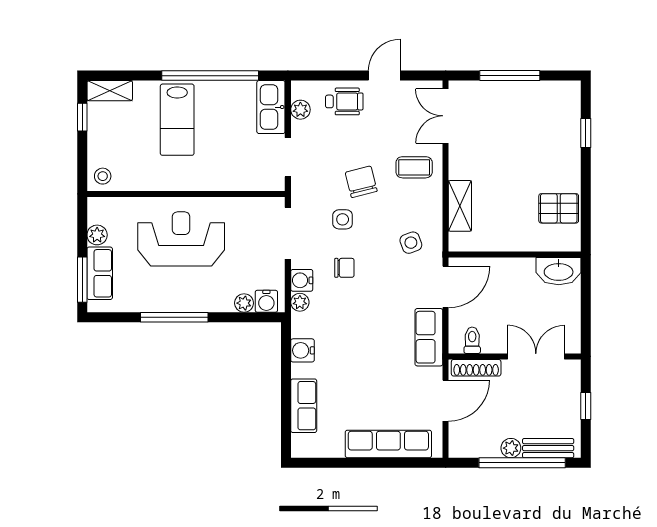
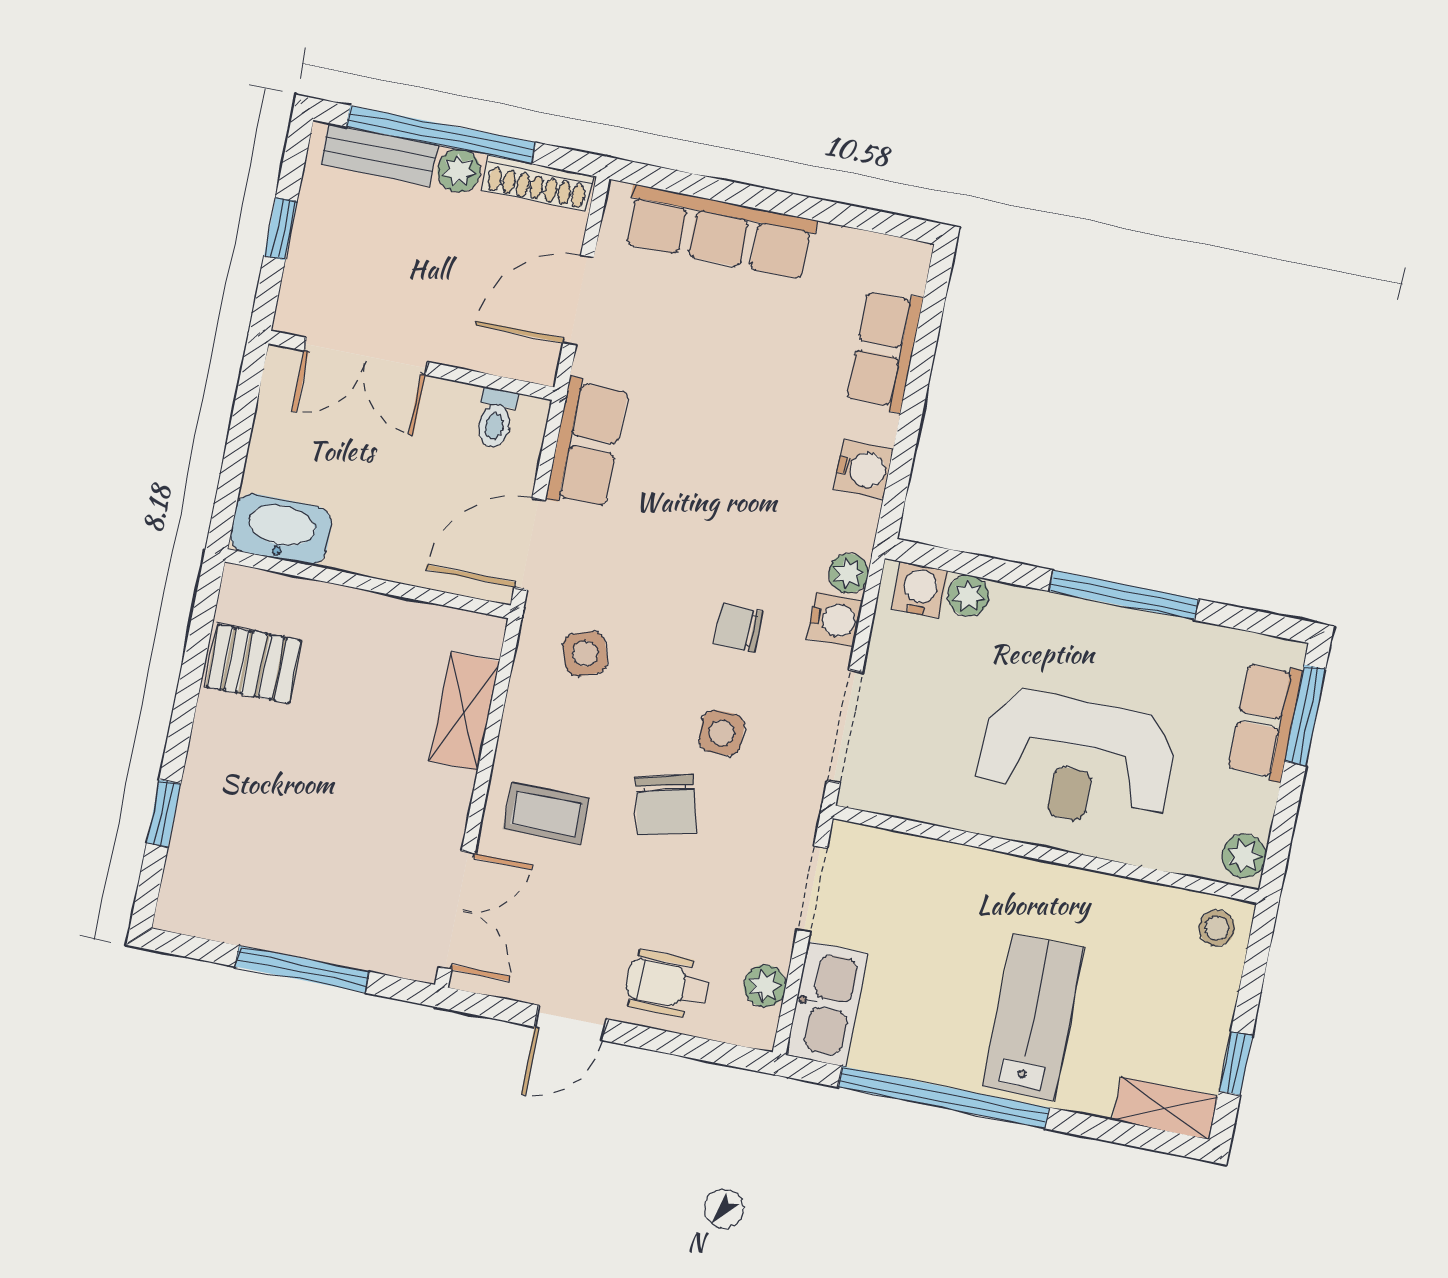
plant: (97, 235) -> (1244, 856), moved
shoe rack: (476, 368) -> (537, 183), moved, turned 180

